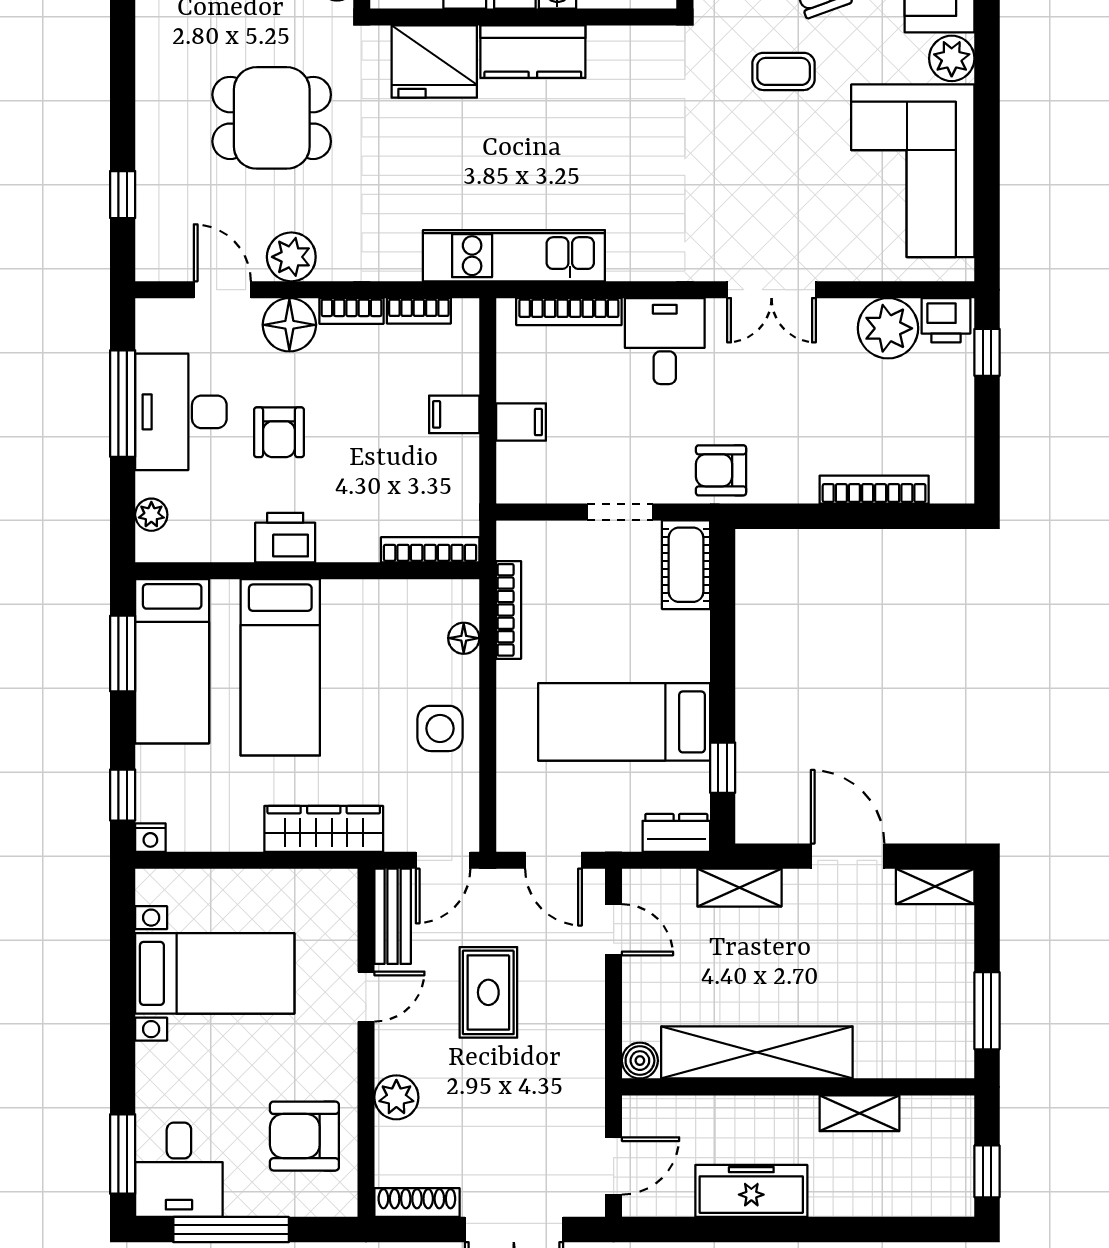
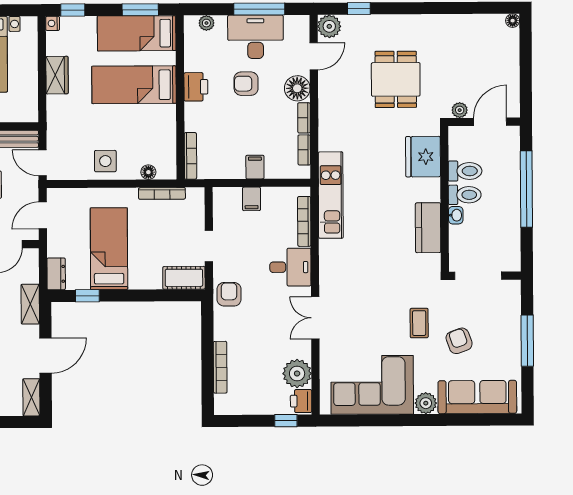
kitchen counter: (533, 52) -> (428, 228), moved
plant: (291, 257) -> (329, 26), moved
wardrobe: (324, 829) -> (57, 75), moved, width x0.67

